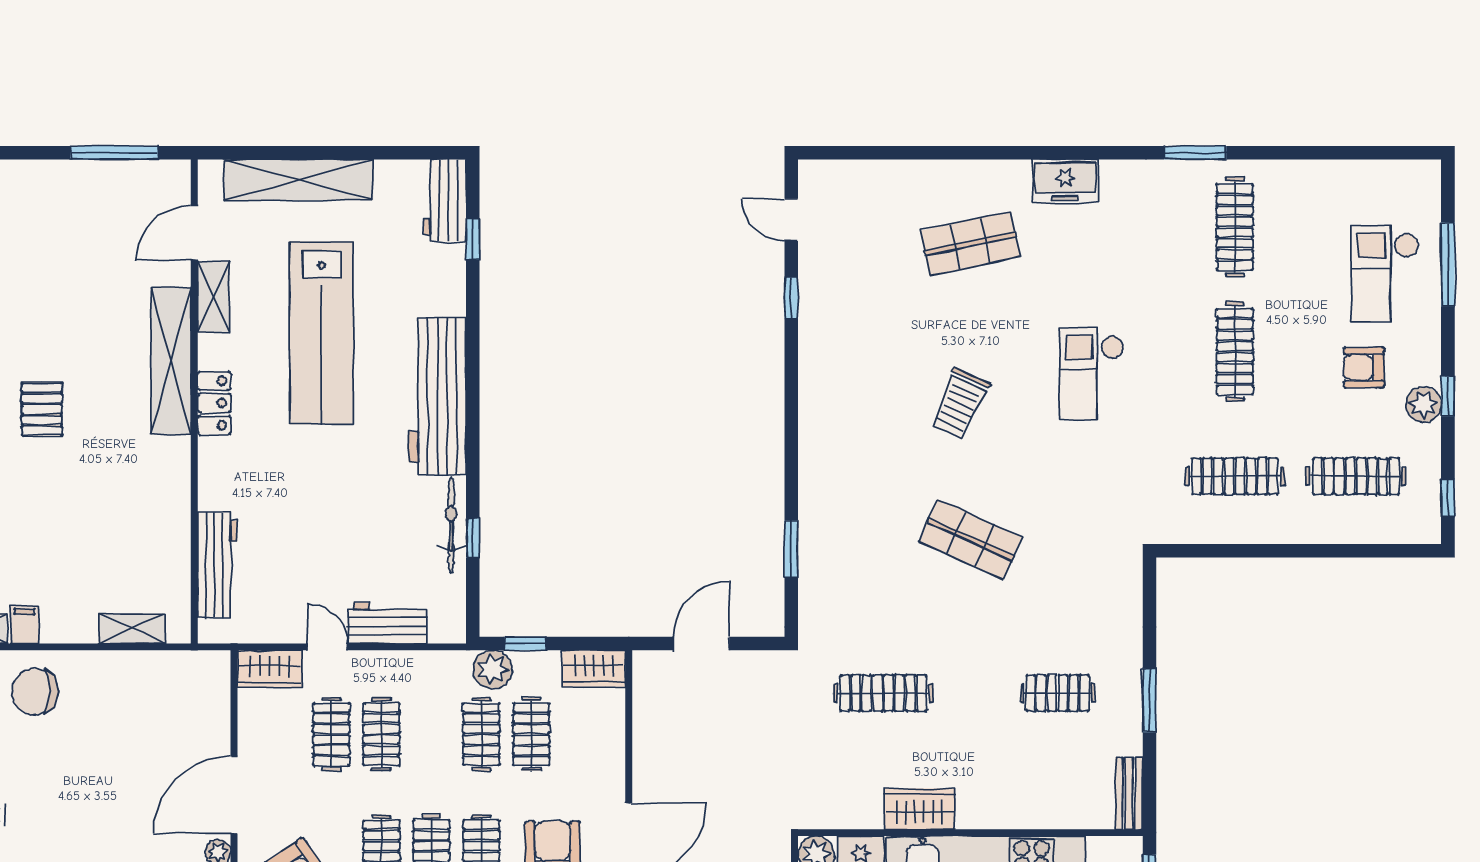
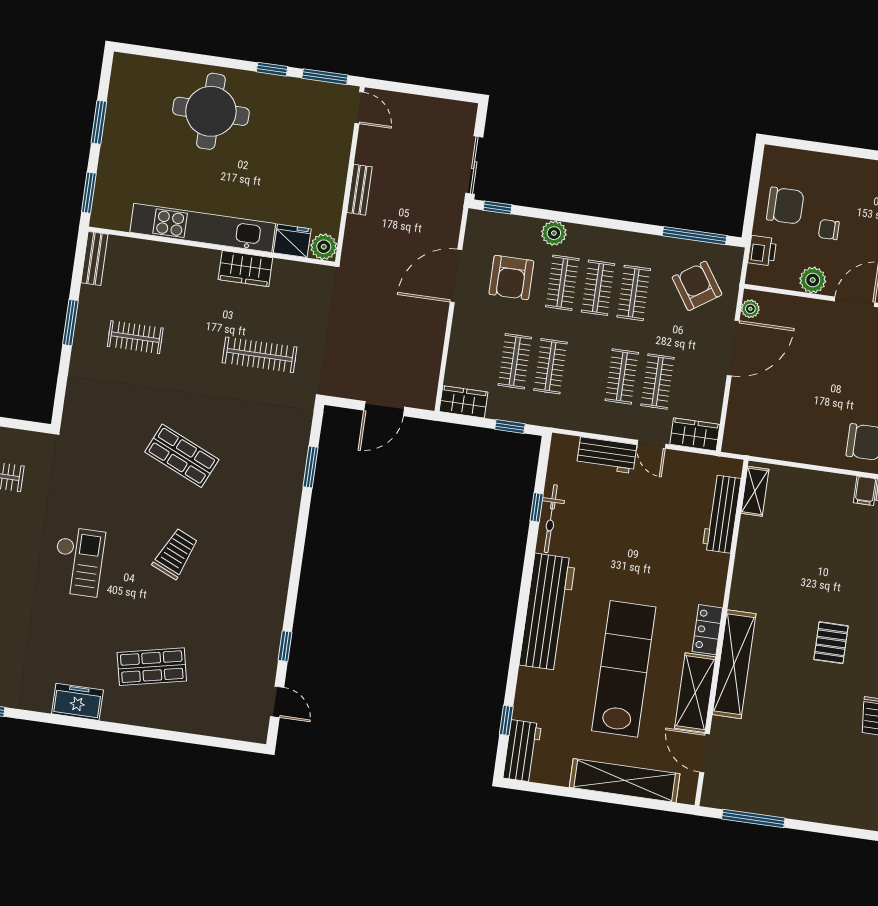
door: (194, 233) -> (704, 753), swing flipped
shelving: (213, 297) -> (695, 693), width x1.50, depth x1.33
shelving: (132, 629) -> (755, 491), moved, turned 90
plant: (493, 670) -> (536, 411), removed

